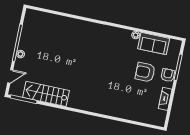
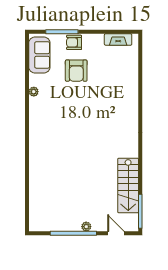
sofa: (154, 44) -> (39, 55), moved
fireplace: (165, 99) -> (118, 39), moved

